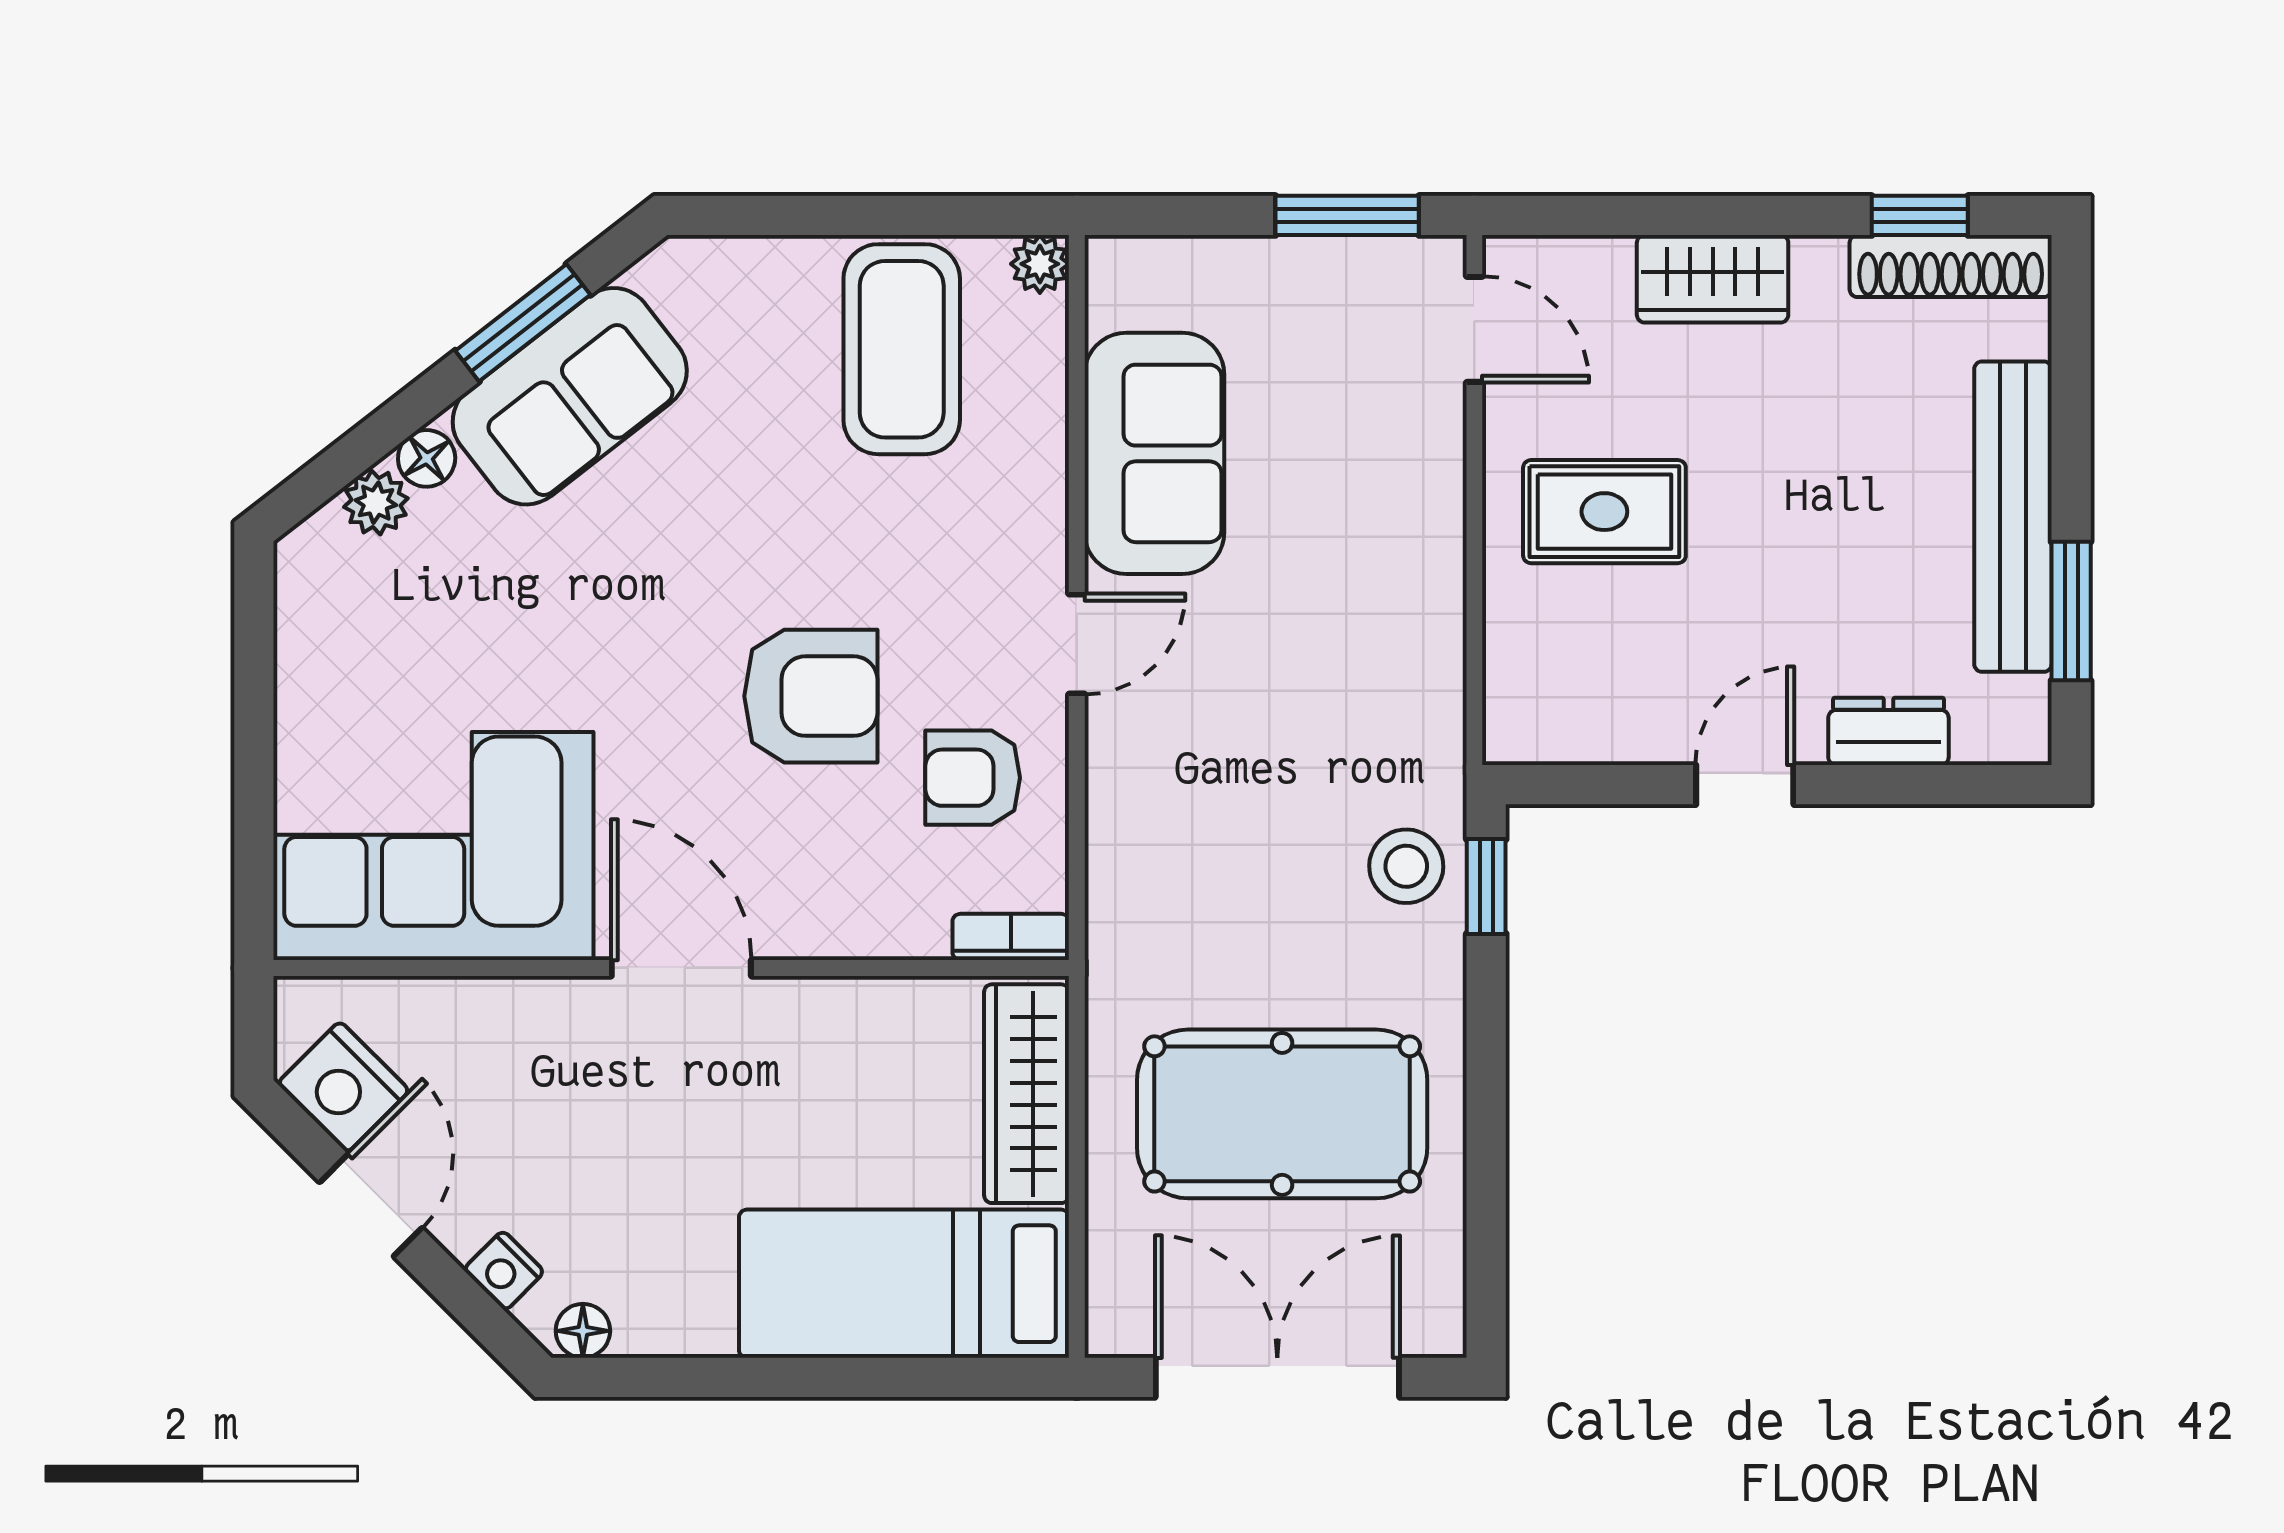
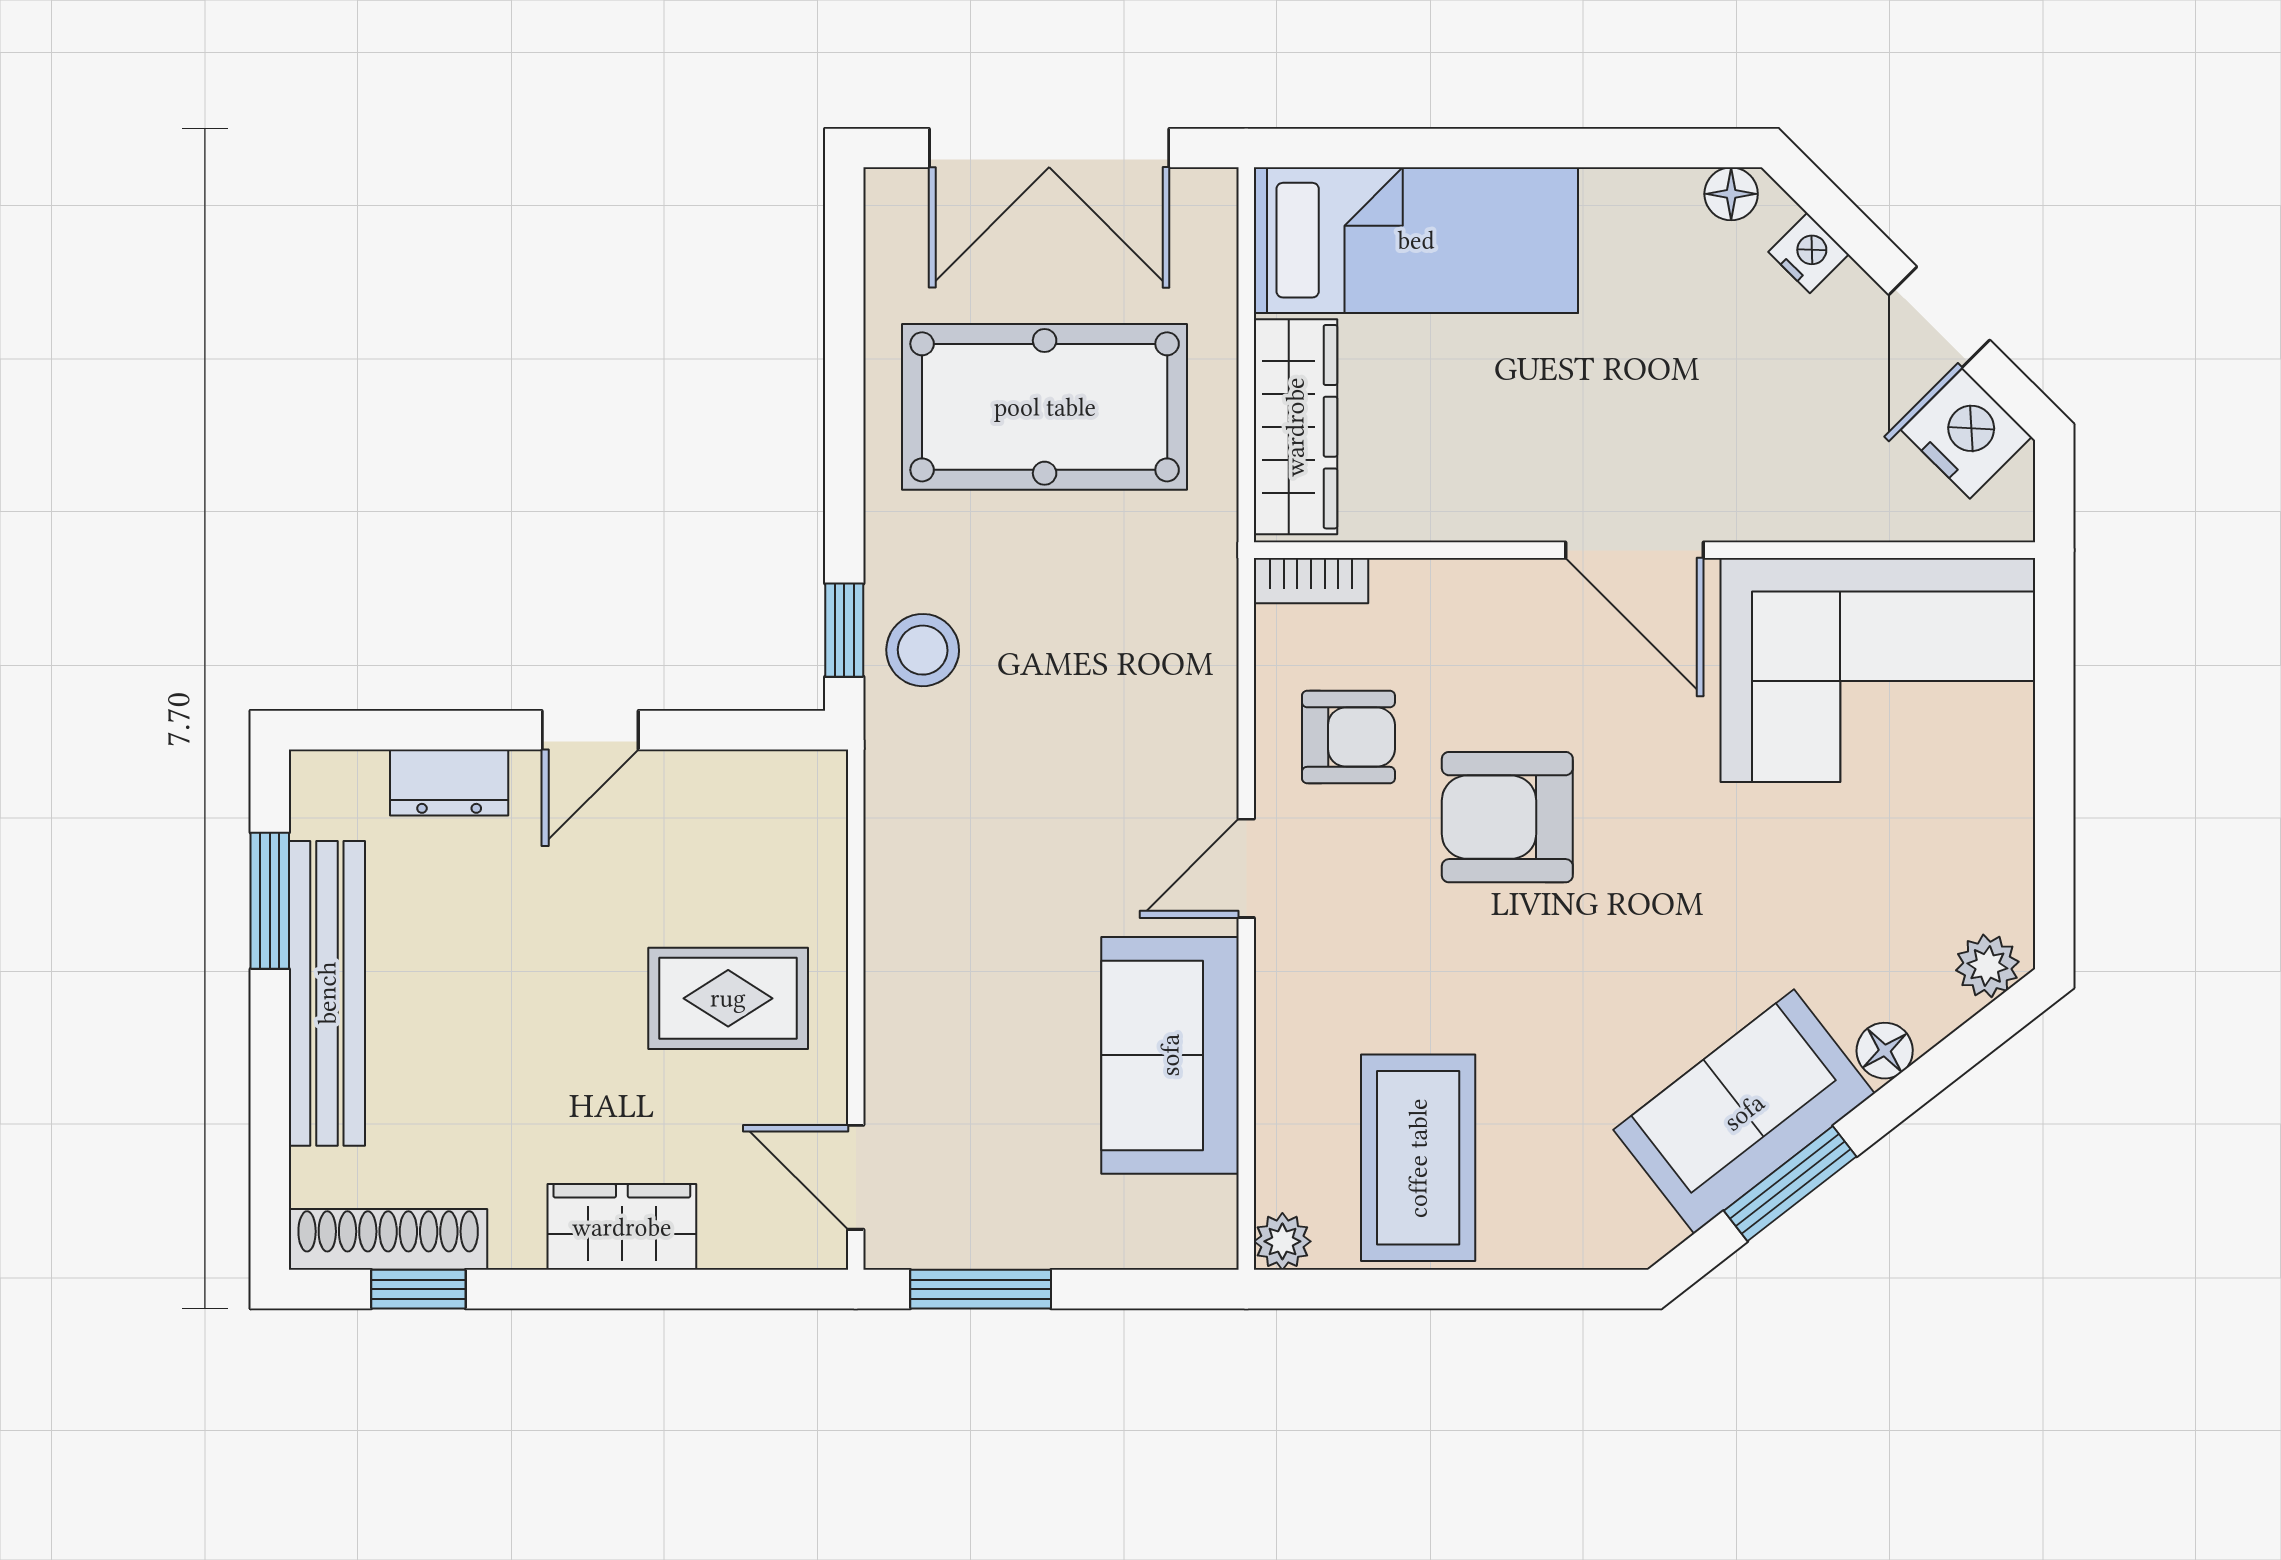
plant: (376, 503) -> (1987, 966), moved

